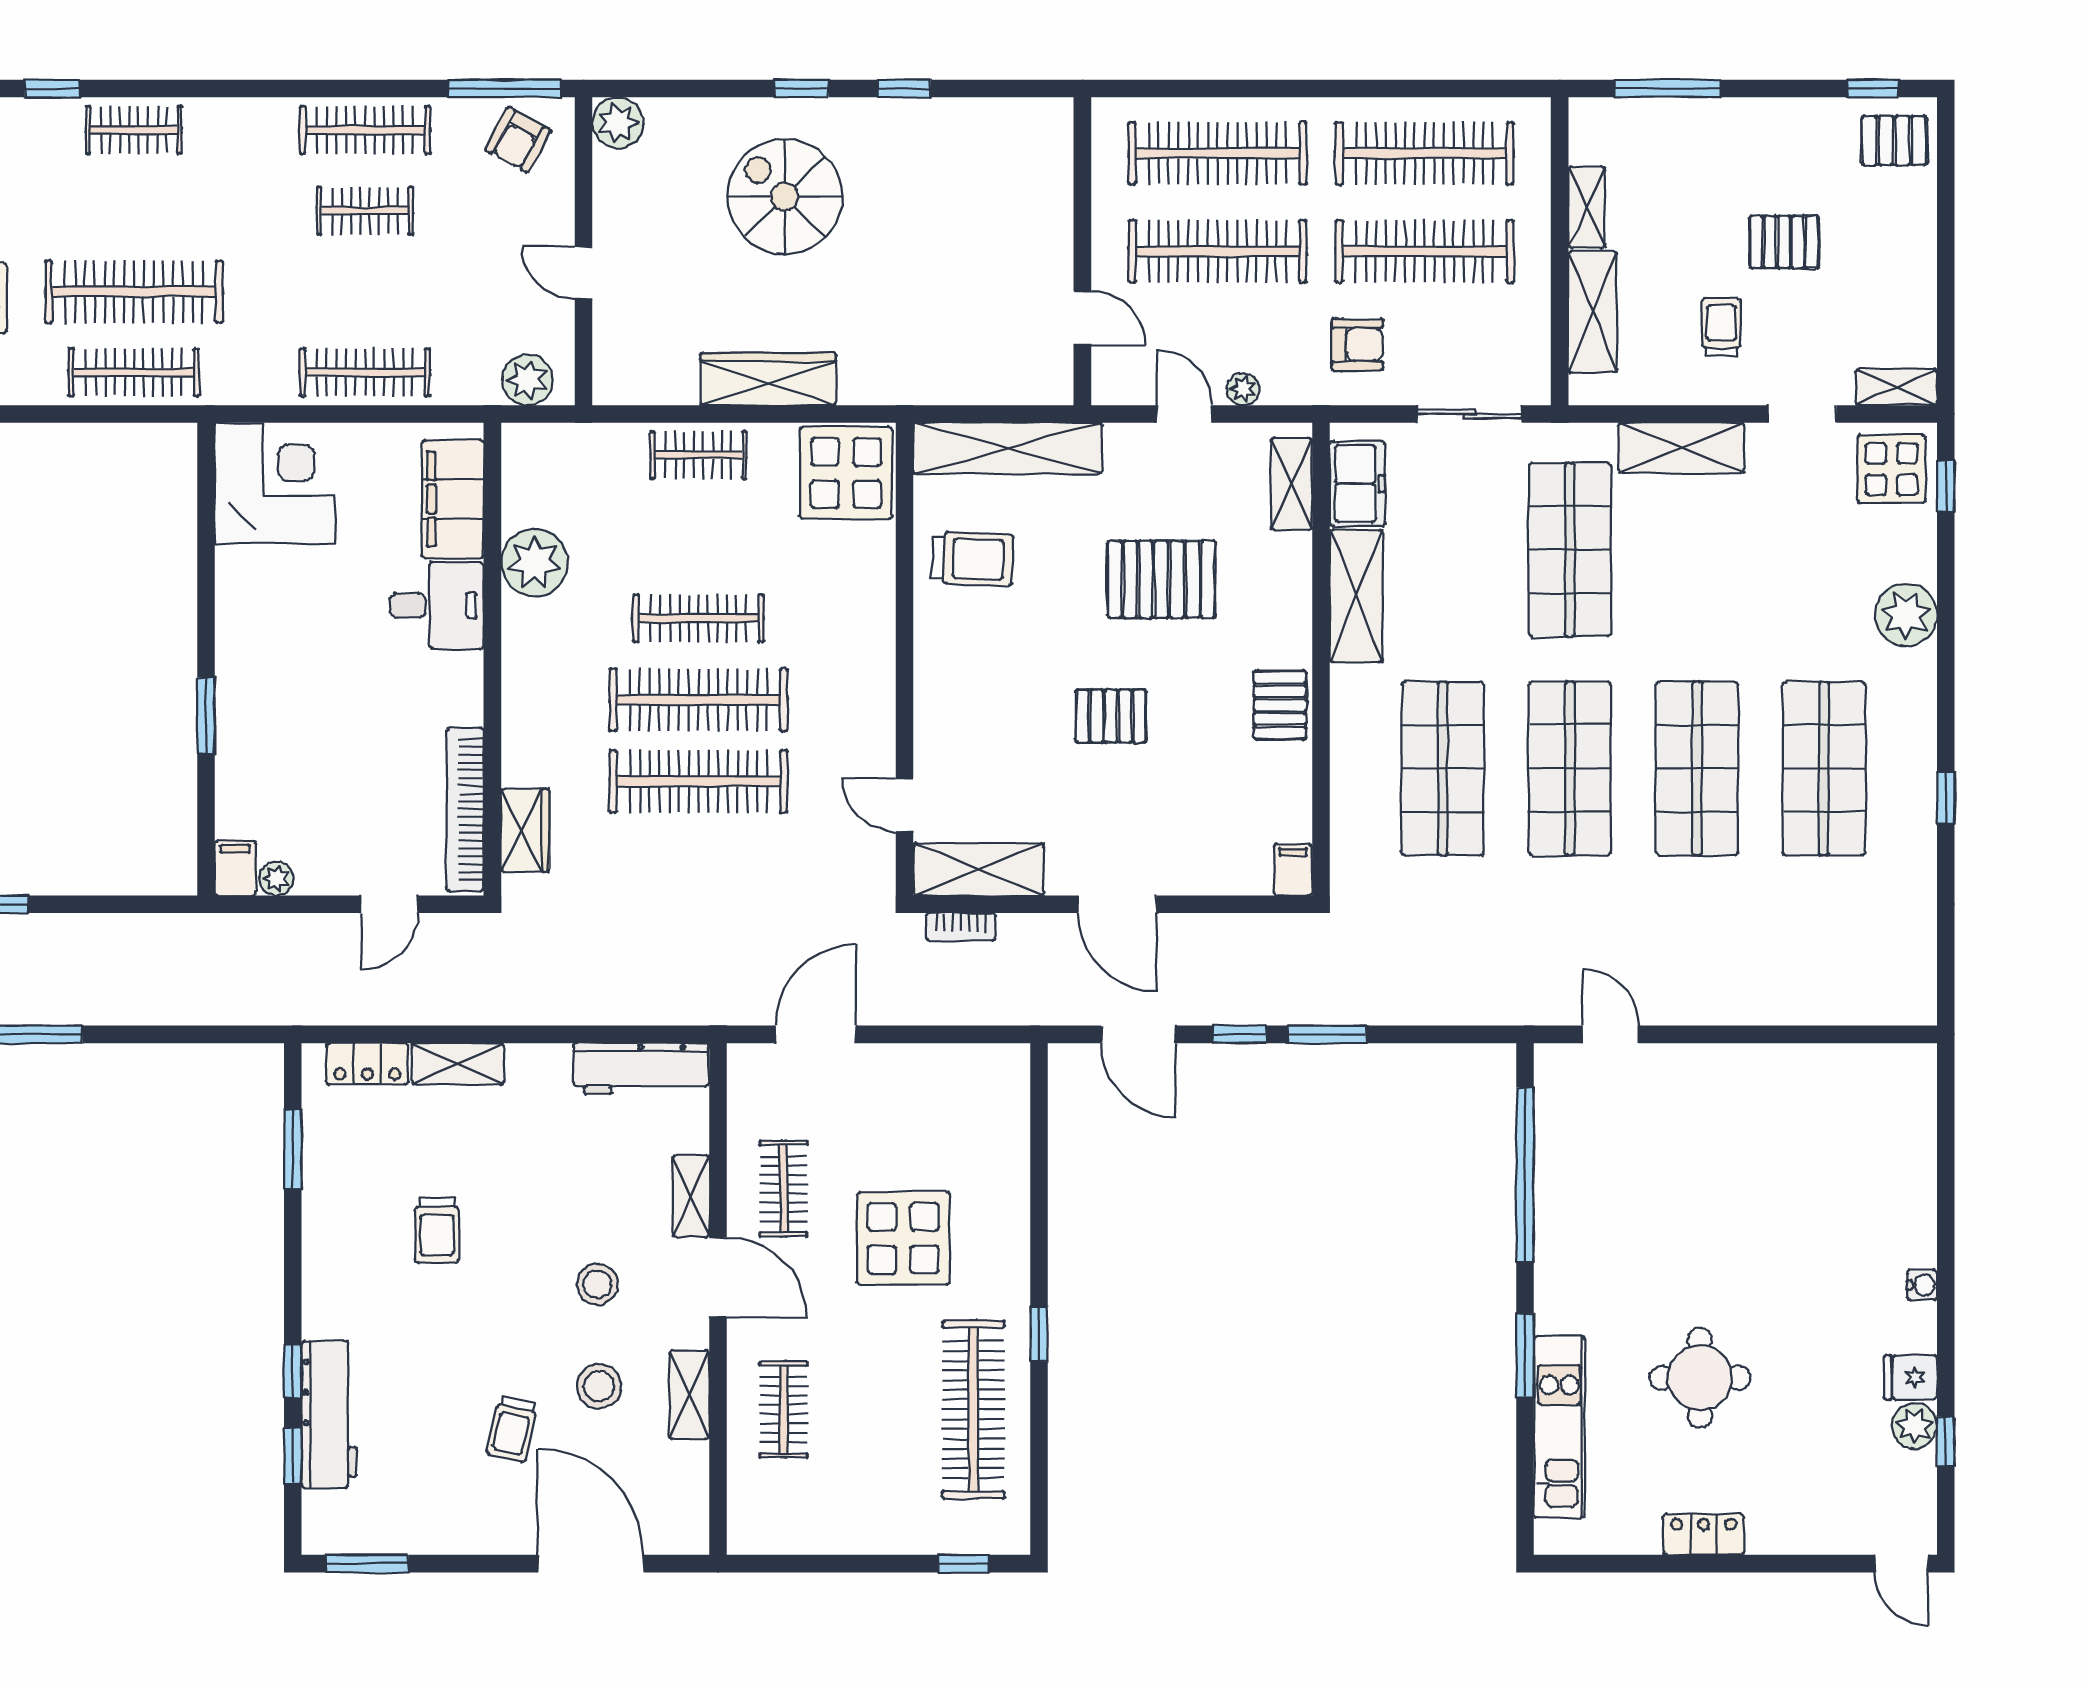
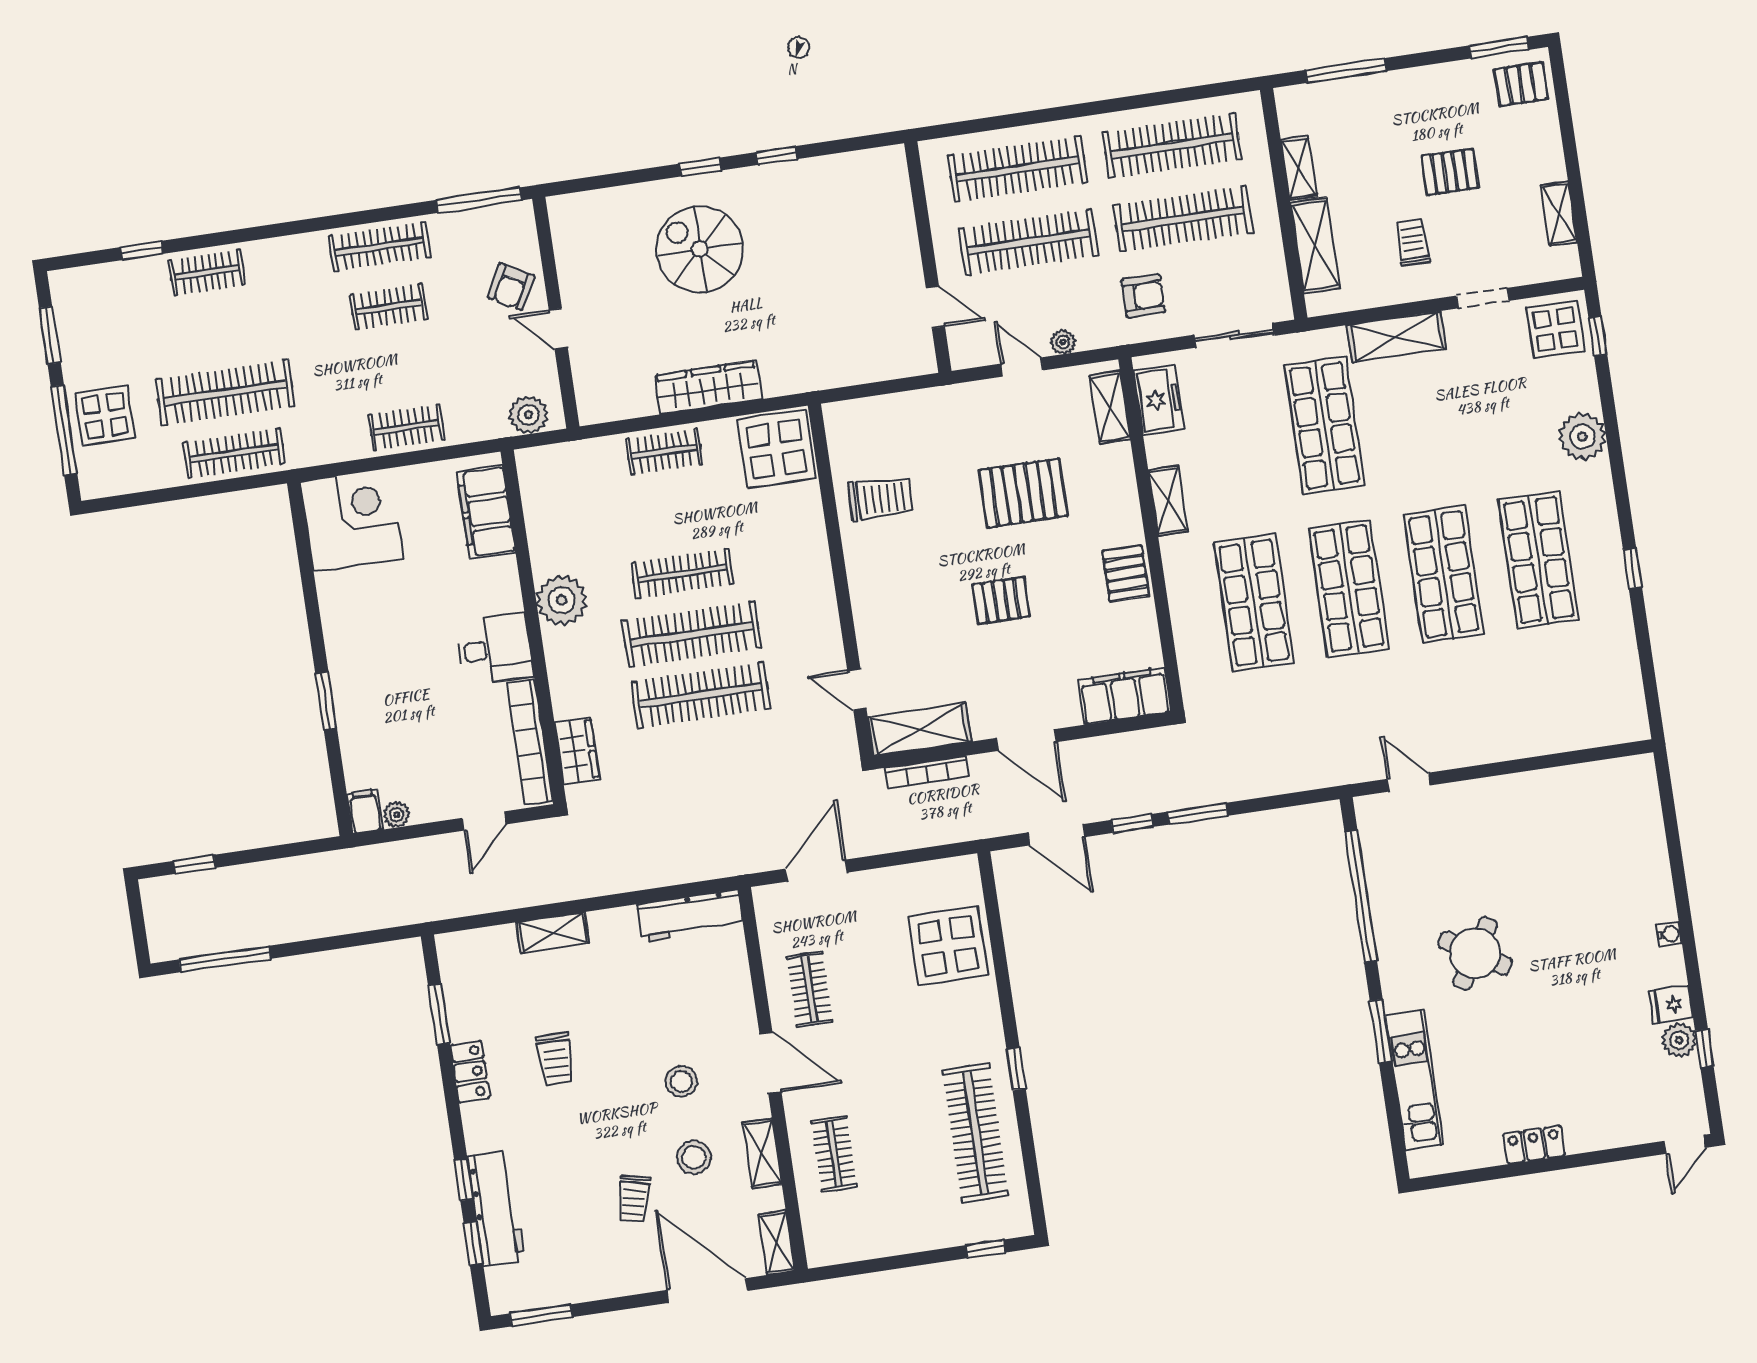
window: (1873, 89) -> (1499, 48), width x1.50
plant: (618, 123) -> (567, 213), removed
armchair: (518, 140) -> (511, 287), moved
clothes rail: (365, 372) -> (406, 427), width x0.73
shelving: (1896, 387) -> (1559, 214), moved, turned 90
shelving: (1007, 448) -> (894, 412), removed
plant: (534, 563) -> (561, 600), moved
shelving: (1356, 596) -> (1168, 501), width x0.67, depth x0.75
desk: (437, 605) -> (494, 649), moved
filing cabinet: (1293, 870) -> (1125, 696), width x3.00, depth x1.17
bookcase: (961, 927) -> (927, 772), width x1.56
locker: (367, 1064) -> (470, 1072), moved, turned -90
shelving: (691, 1196) -> (777, 1242), moved
display table: (903, 1238) -> (948, 946), moved
round table: (1700, 1378) -> (1475, 953), moved, turned 32
door: (1901, 1564) -> (1685, 1144), hinge flipped

